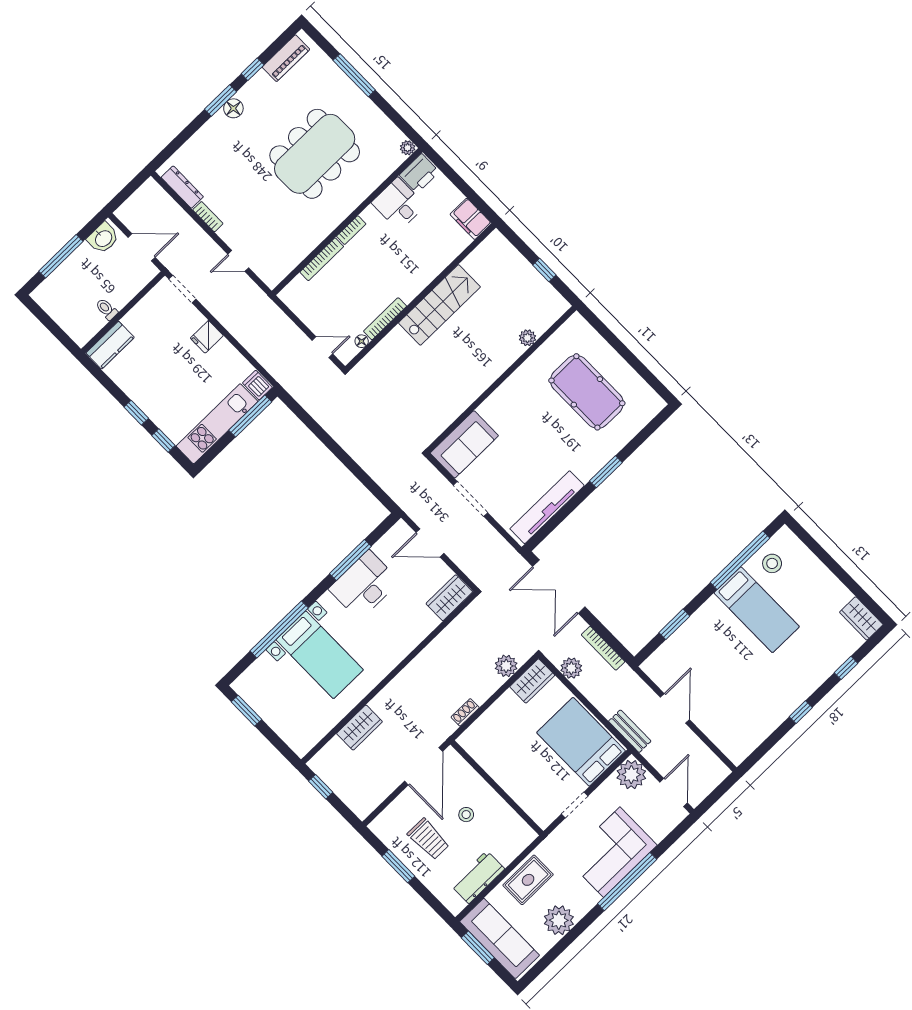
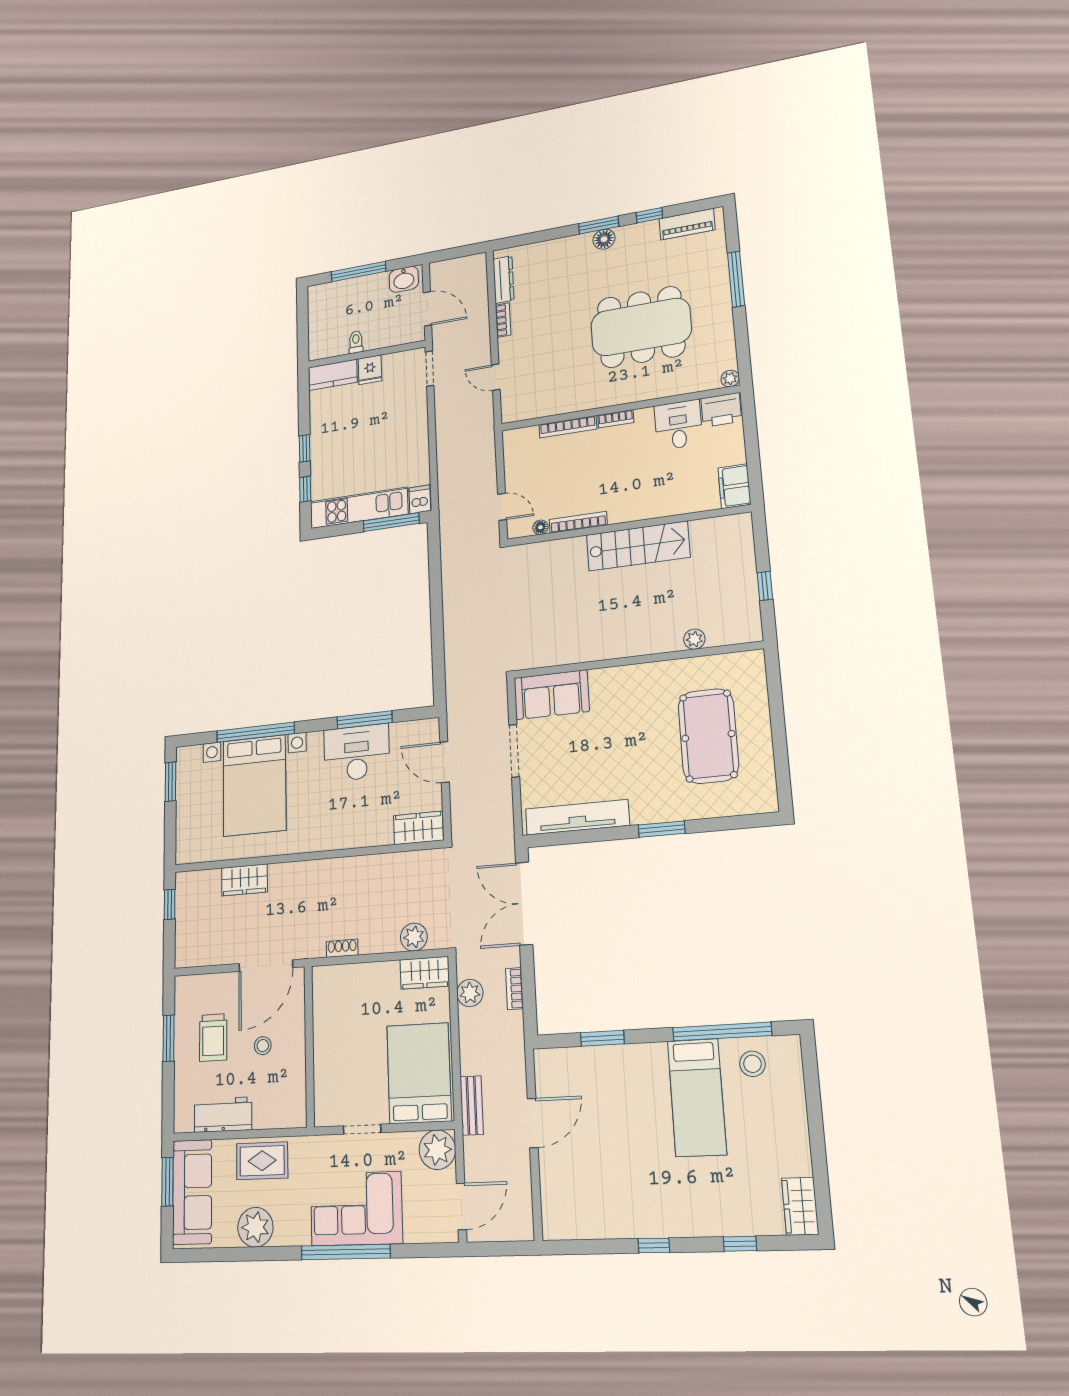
fridge: (207, 337) -> (370, 370), moved, turned -90
bookcase: (603, 648) -> (514, 989), width x0.64
bed with nightstands: (320, 655) -> (254, 785), width x1.36

